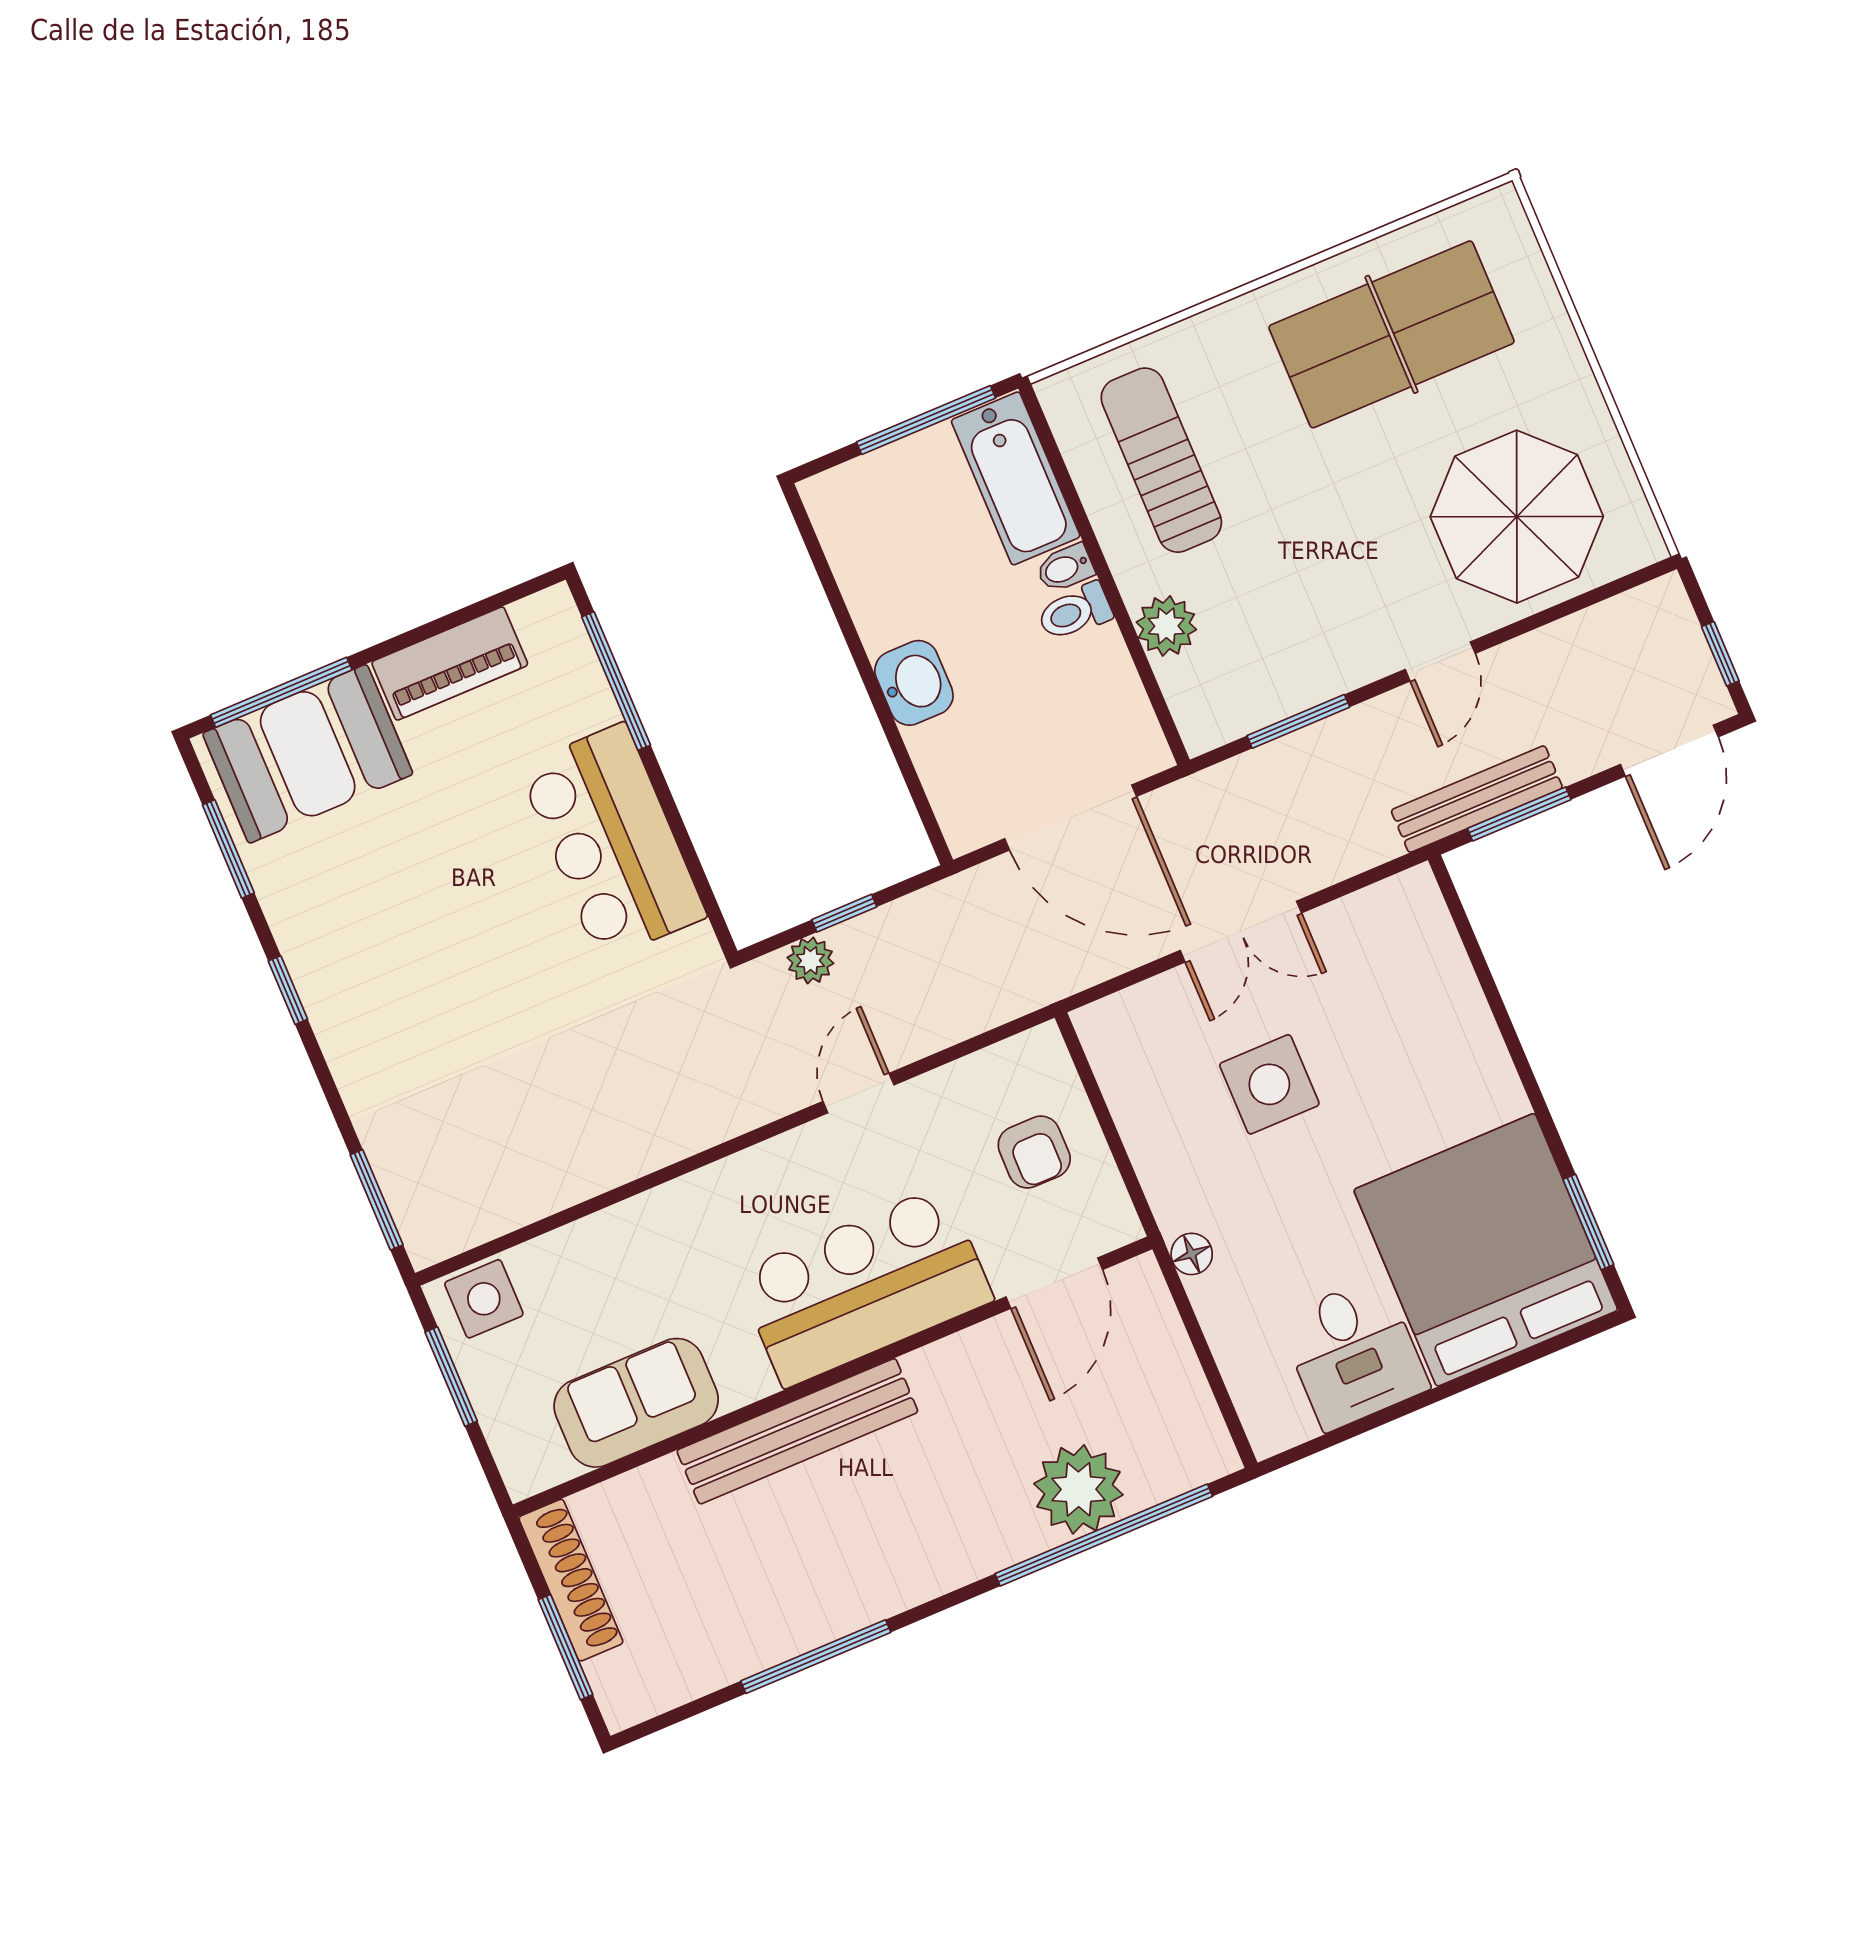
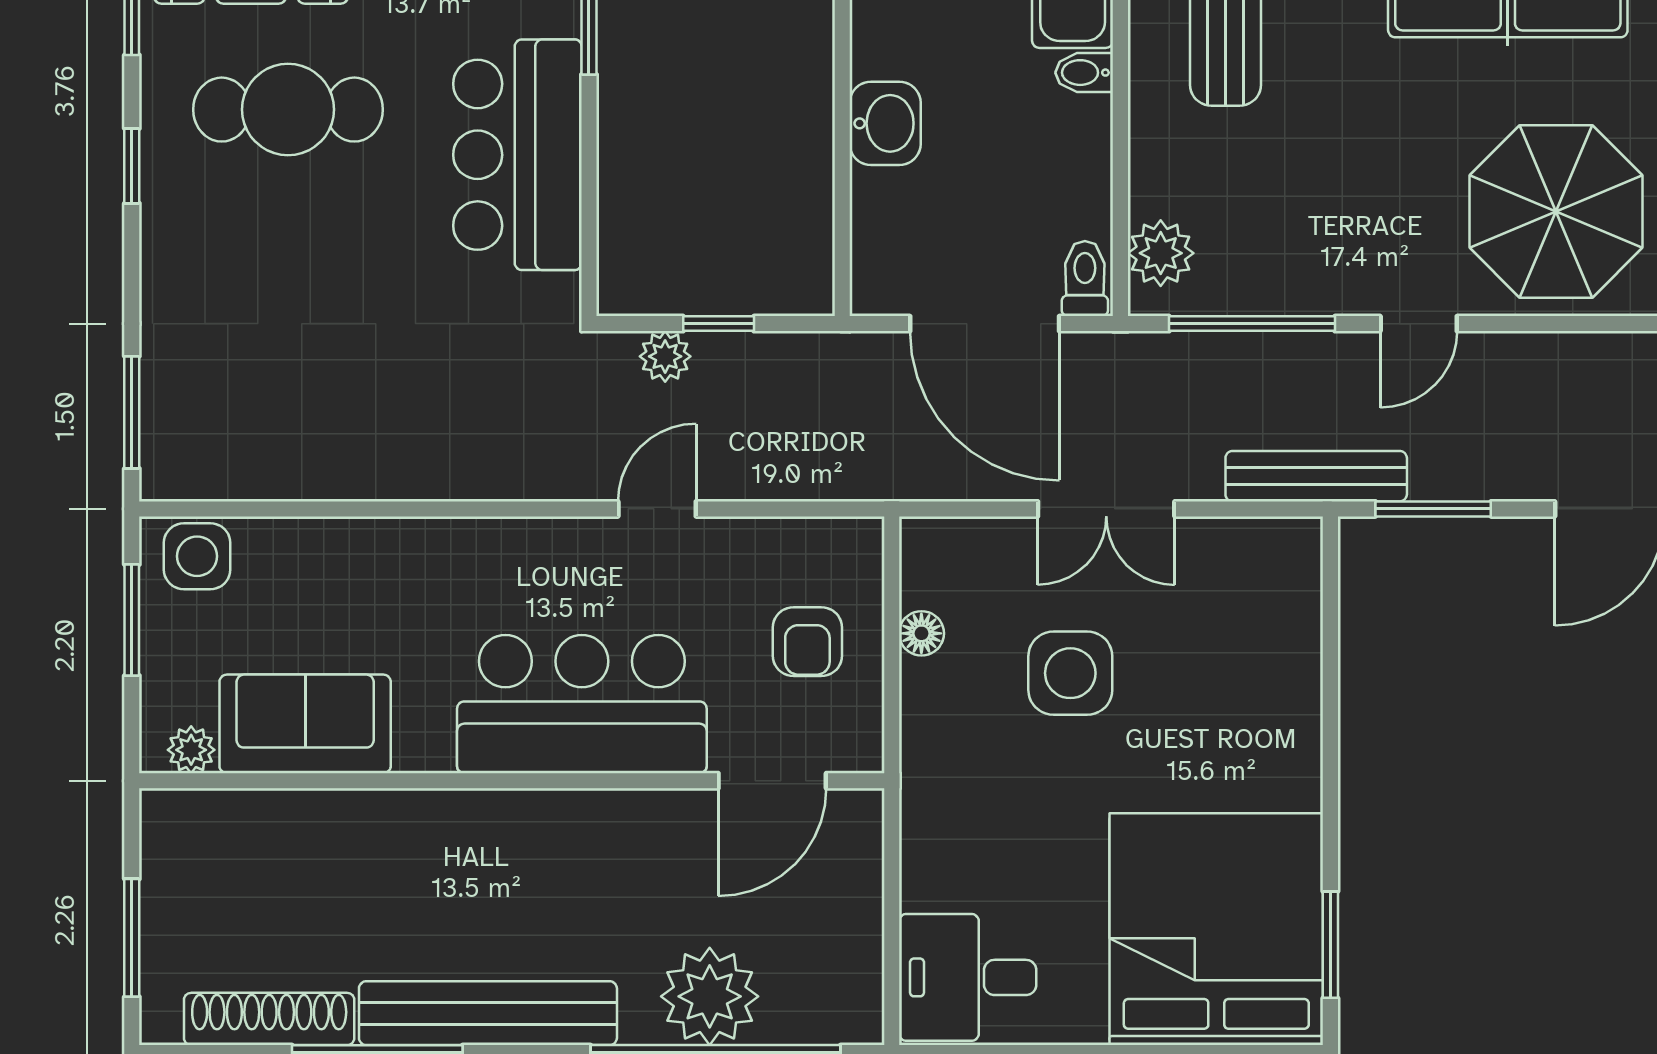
toilet: (1075, 612) -> (1085, 279), moved, turned 90
plant: (1166, 626) -> (1161, 253), moved
window: (1298, 721) -> (1252, 324), width x1.44
bench: (1477, 799) -> (1316, 476), moved
cafe table: (401, 886) -> (288, 110), added
floor lamp: (1192, 1254) -> (921, 633), moved
desk: (1354, 1353) -> (968, 977), moved, turned 90
bench: (797, 1431) -> (488, 1013), moved
plant: (548, 1466) -> (191, 750), added
shoe rack: (571, 1580) -> (269, 1019), moved, turned -90

